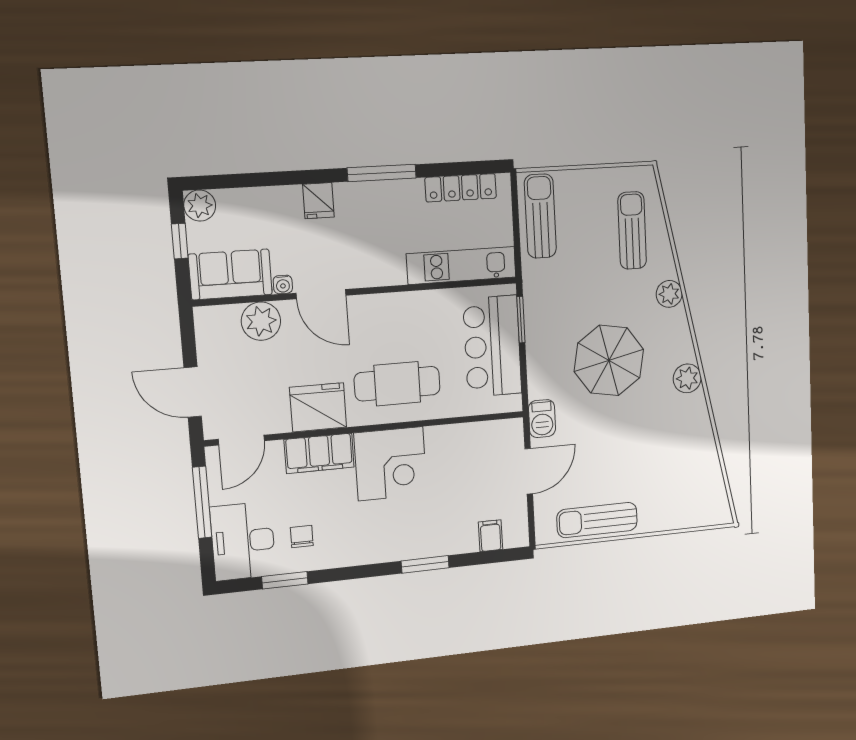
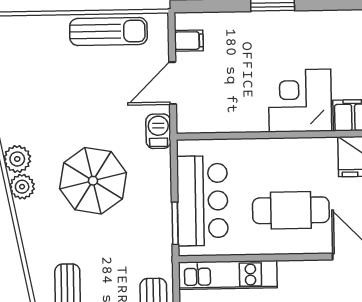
plant: (669, 294) -> (22, 187), moved
cafe table: (397, 384) -> (291, 210), moved
filing cabinet: (491, 536) -> (189, 41), moved, turned -90

